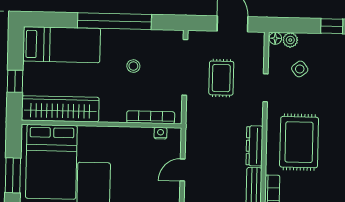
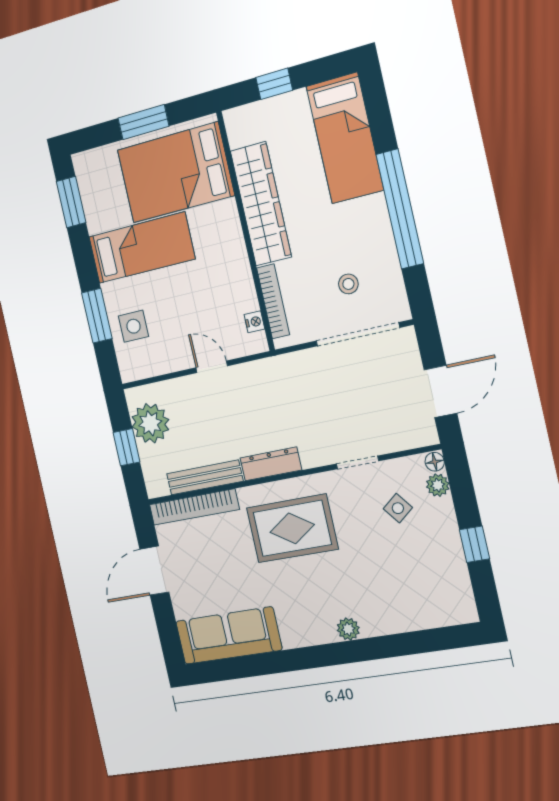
stool: (133, 66) -> (348, 284), moved
rug: (221, 78) -> (355, 393), removed
wardrobe: (60, 109) -> (261, 204), moved

